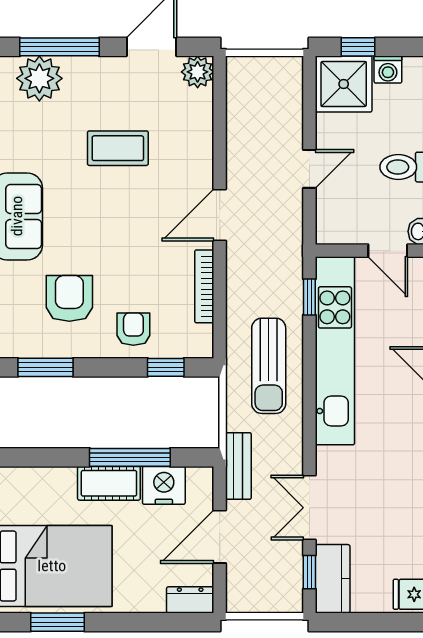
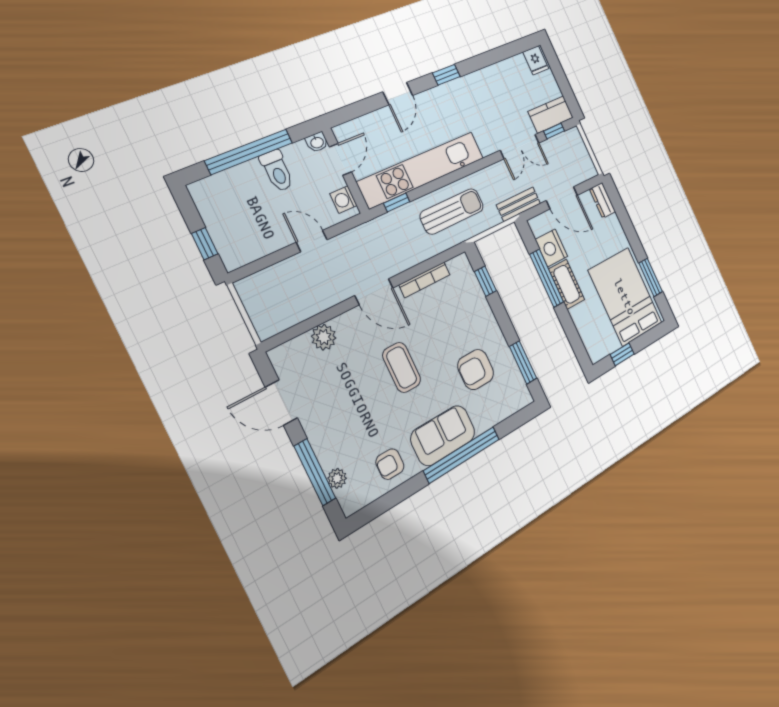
washing machine: (388, 70) -> (343, 200), moved, turned 180
plant: (198, 72) -> (324, 337), moved
plant: (39, 78) -> (337, 478), width x0.53, depth x0.53
shower: (344, 84) -> (238, 242), removed
coffee table: (118, 148) -> (402, 367), moved
armchair: (133, 329) -> (390, 464), moved

